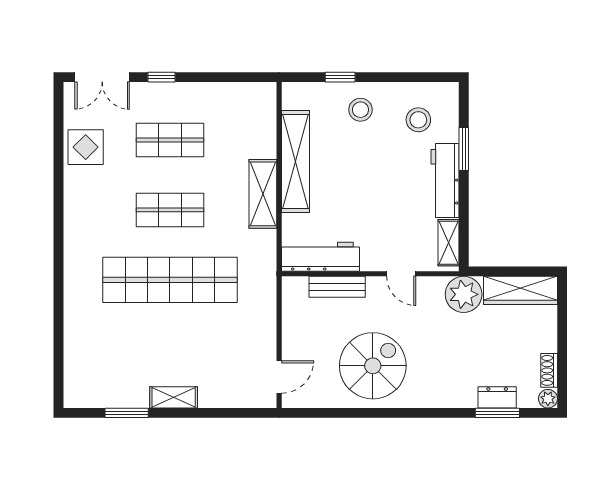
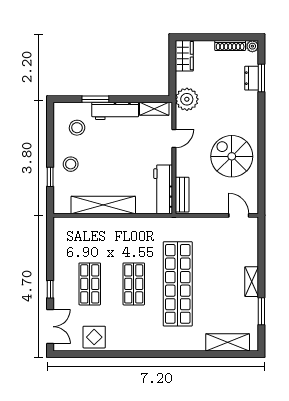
shelving: (263, 194) -> (228, 342), moved
bench: (337, 287) -> (182, 195), moved
wardrobe: (521, 290) -> (184, 56), width x0.67
shoe rack: (549, 370) -> (230, 45), width x1.43

